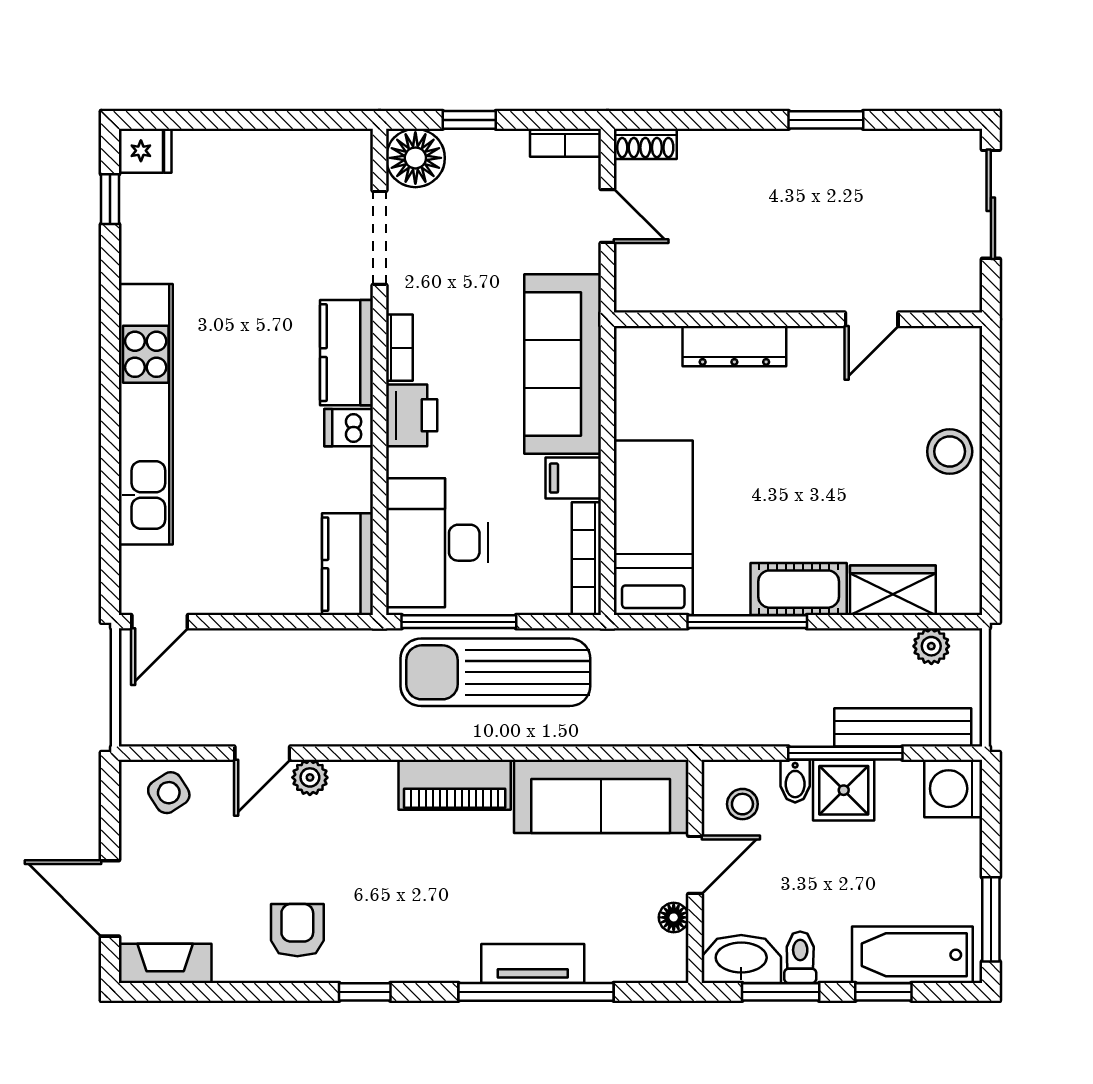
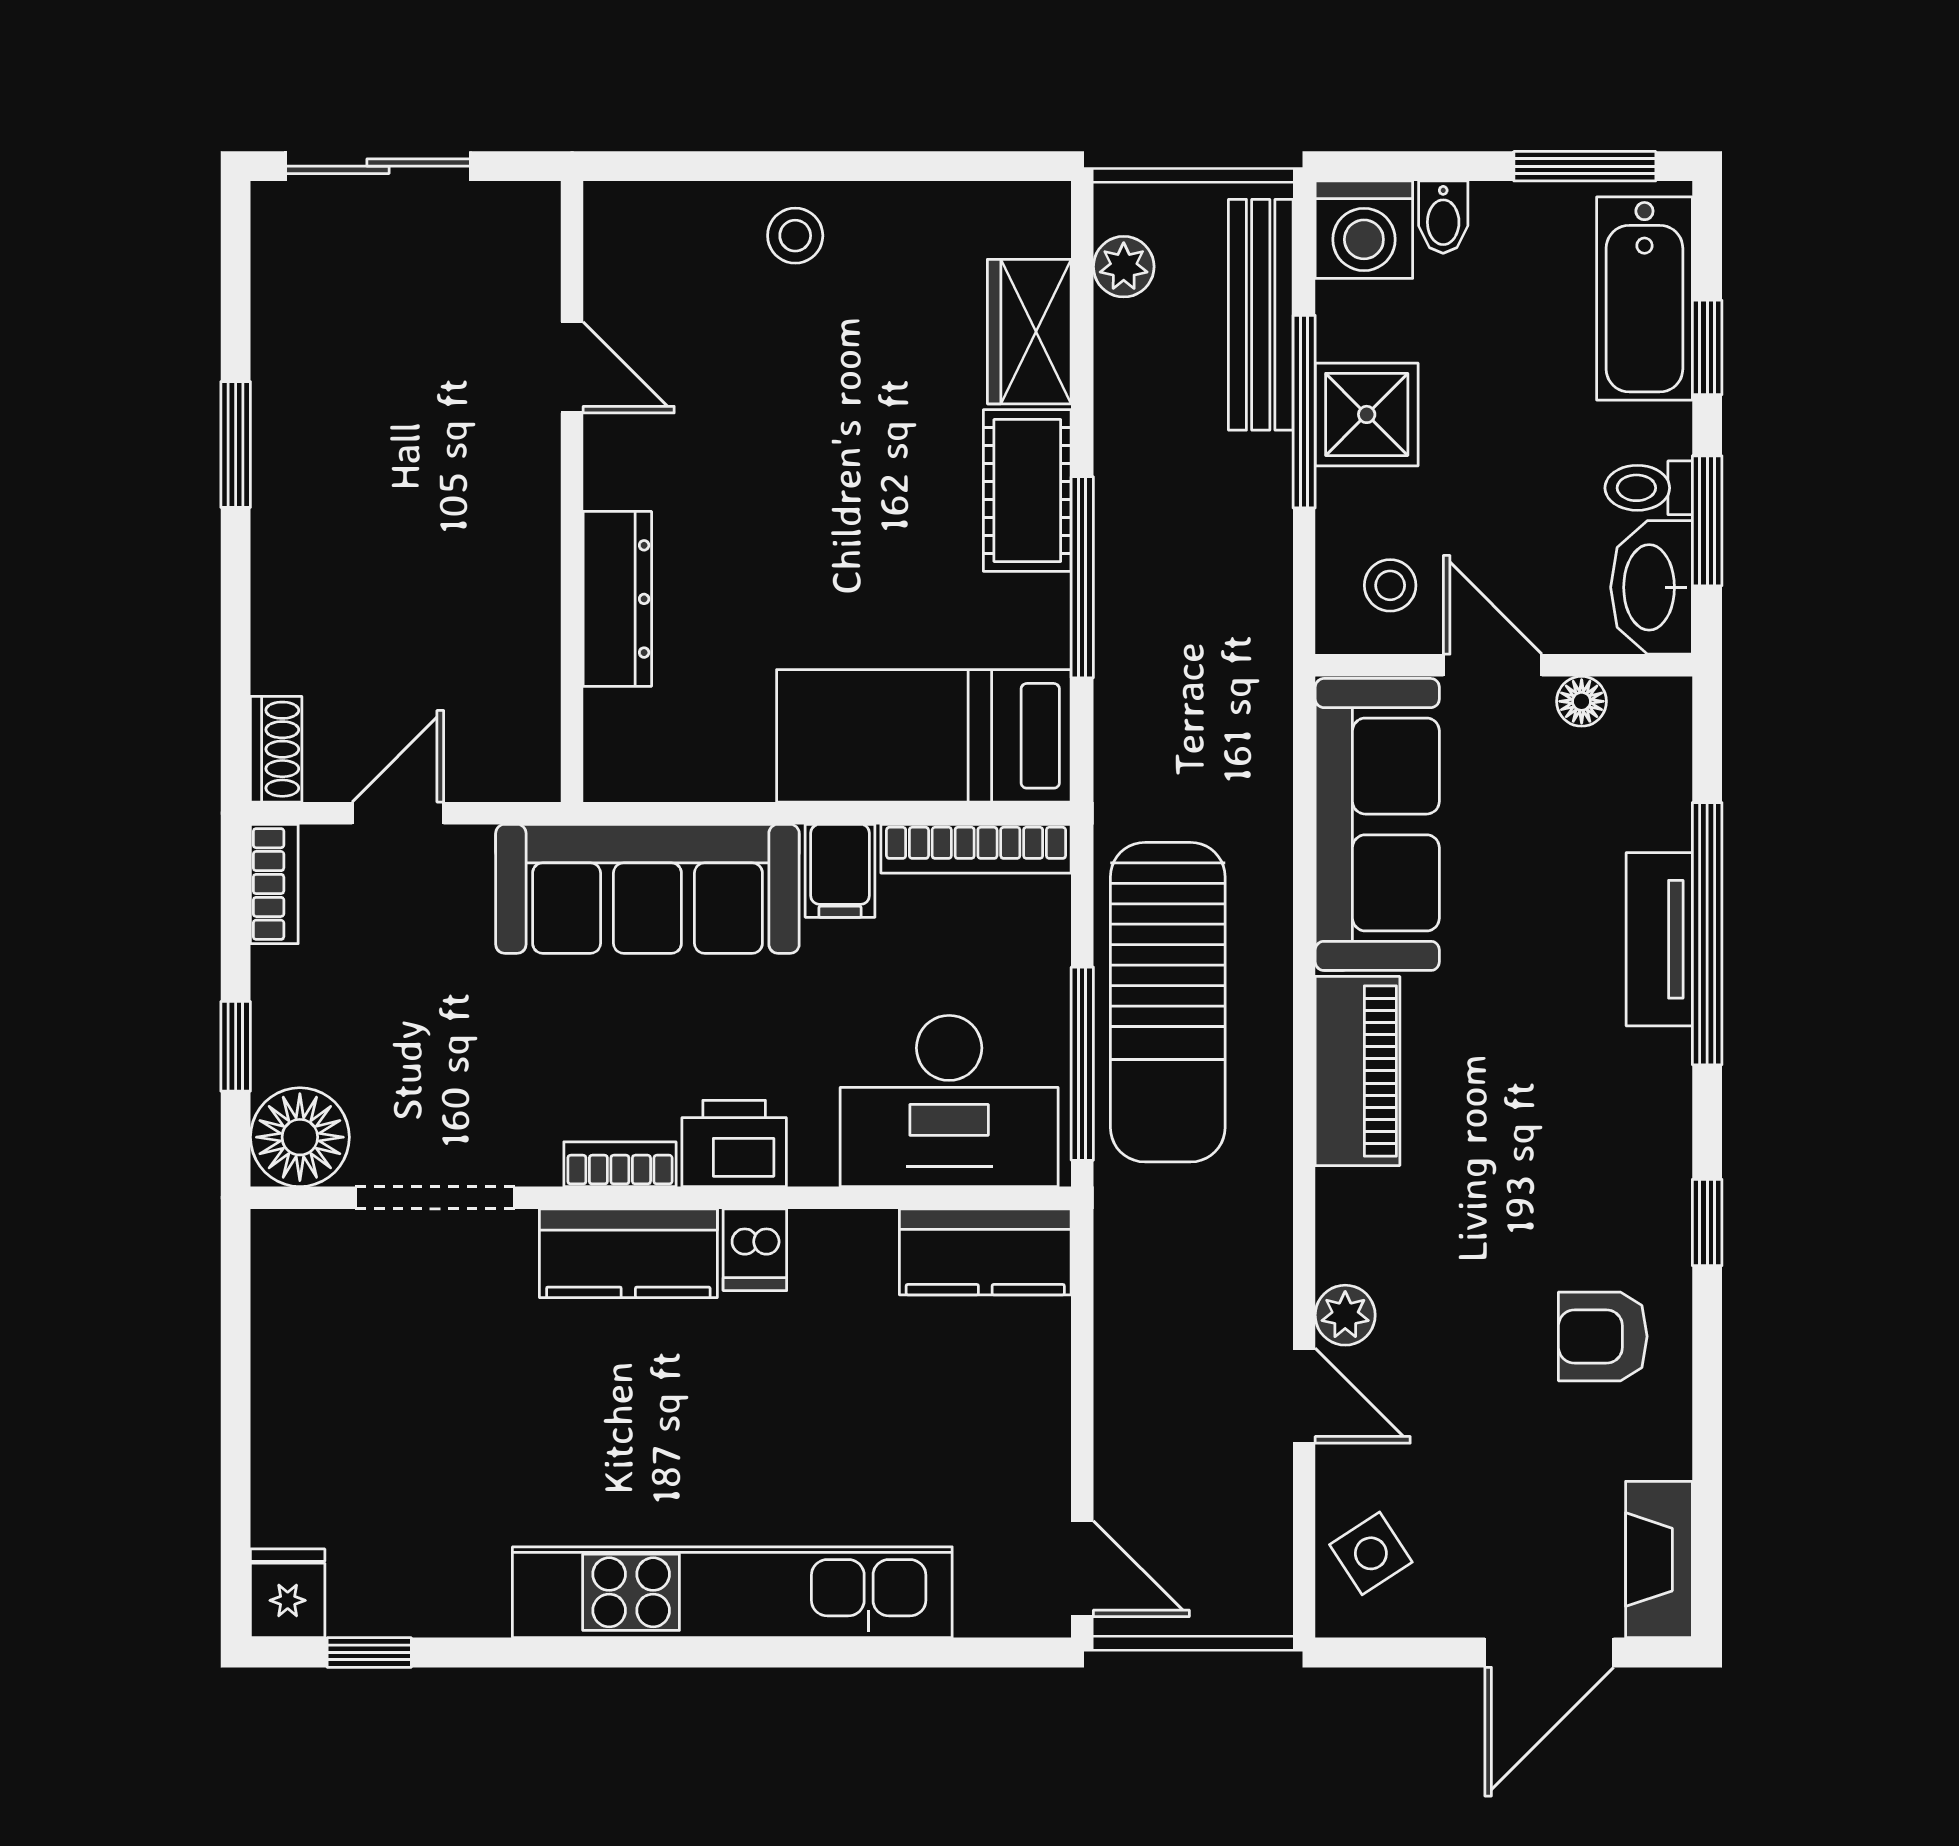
stool: (950, 451) -> (795, 236), width x0.73, depth x0.73
bidet: (795, 781) -> (1443, 217), moved, turned 90

